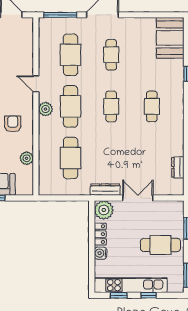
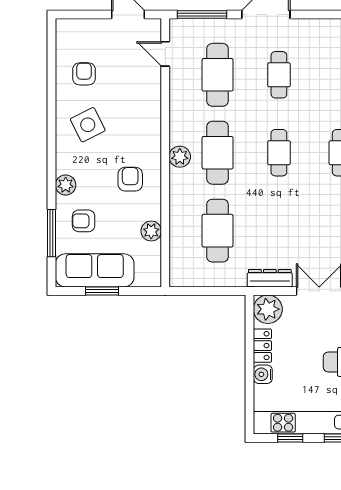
door: (36, 84) -> (165, 54), moved

